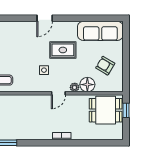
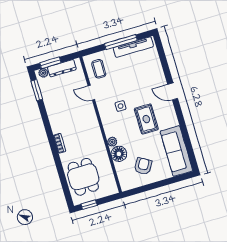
door: (58, 93) -> (91, 93), moved
dining table: (106, 110) -> (83, 177), moved
window: (126, 110) -> (89, 205), moved

